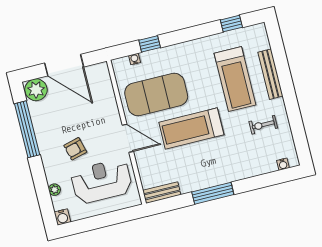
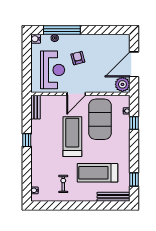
bench: (270, 74) -> (114, 197), moved
plant: (36, 90) -> (122, 84), moved
window: (27, 129) -> (62, 30), moved
window: (213, 193) -> (27, 140), width x0.46

